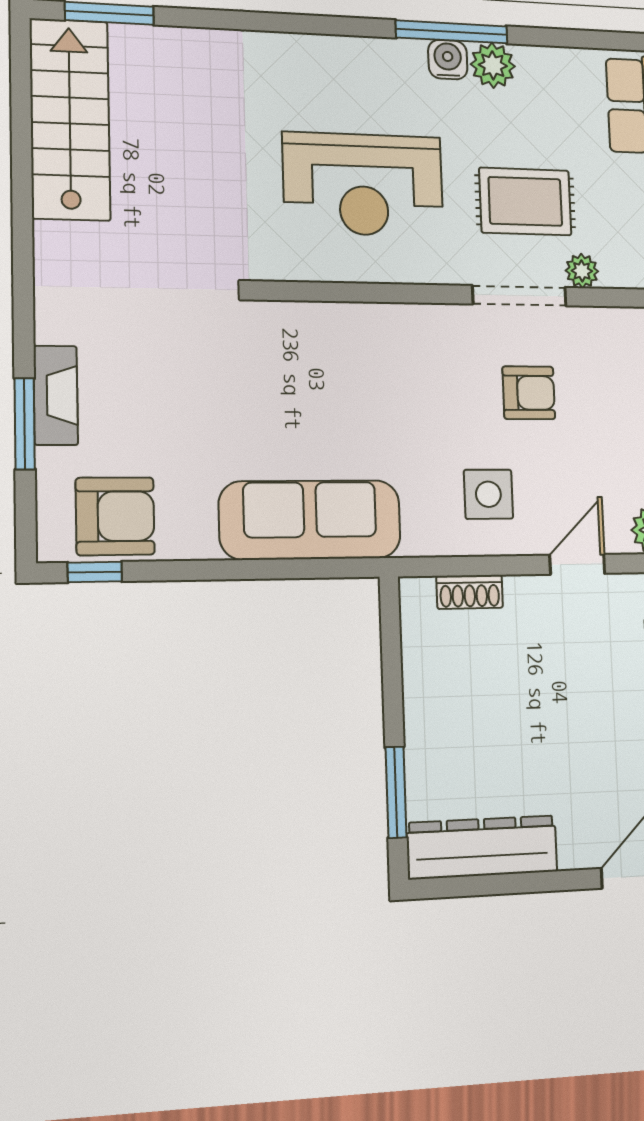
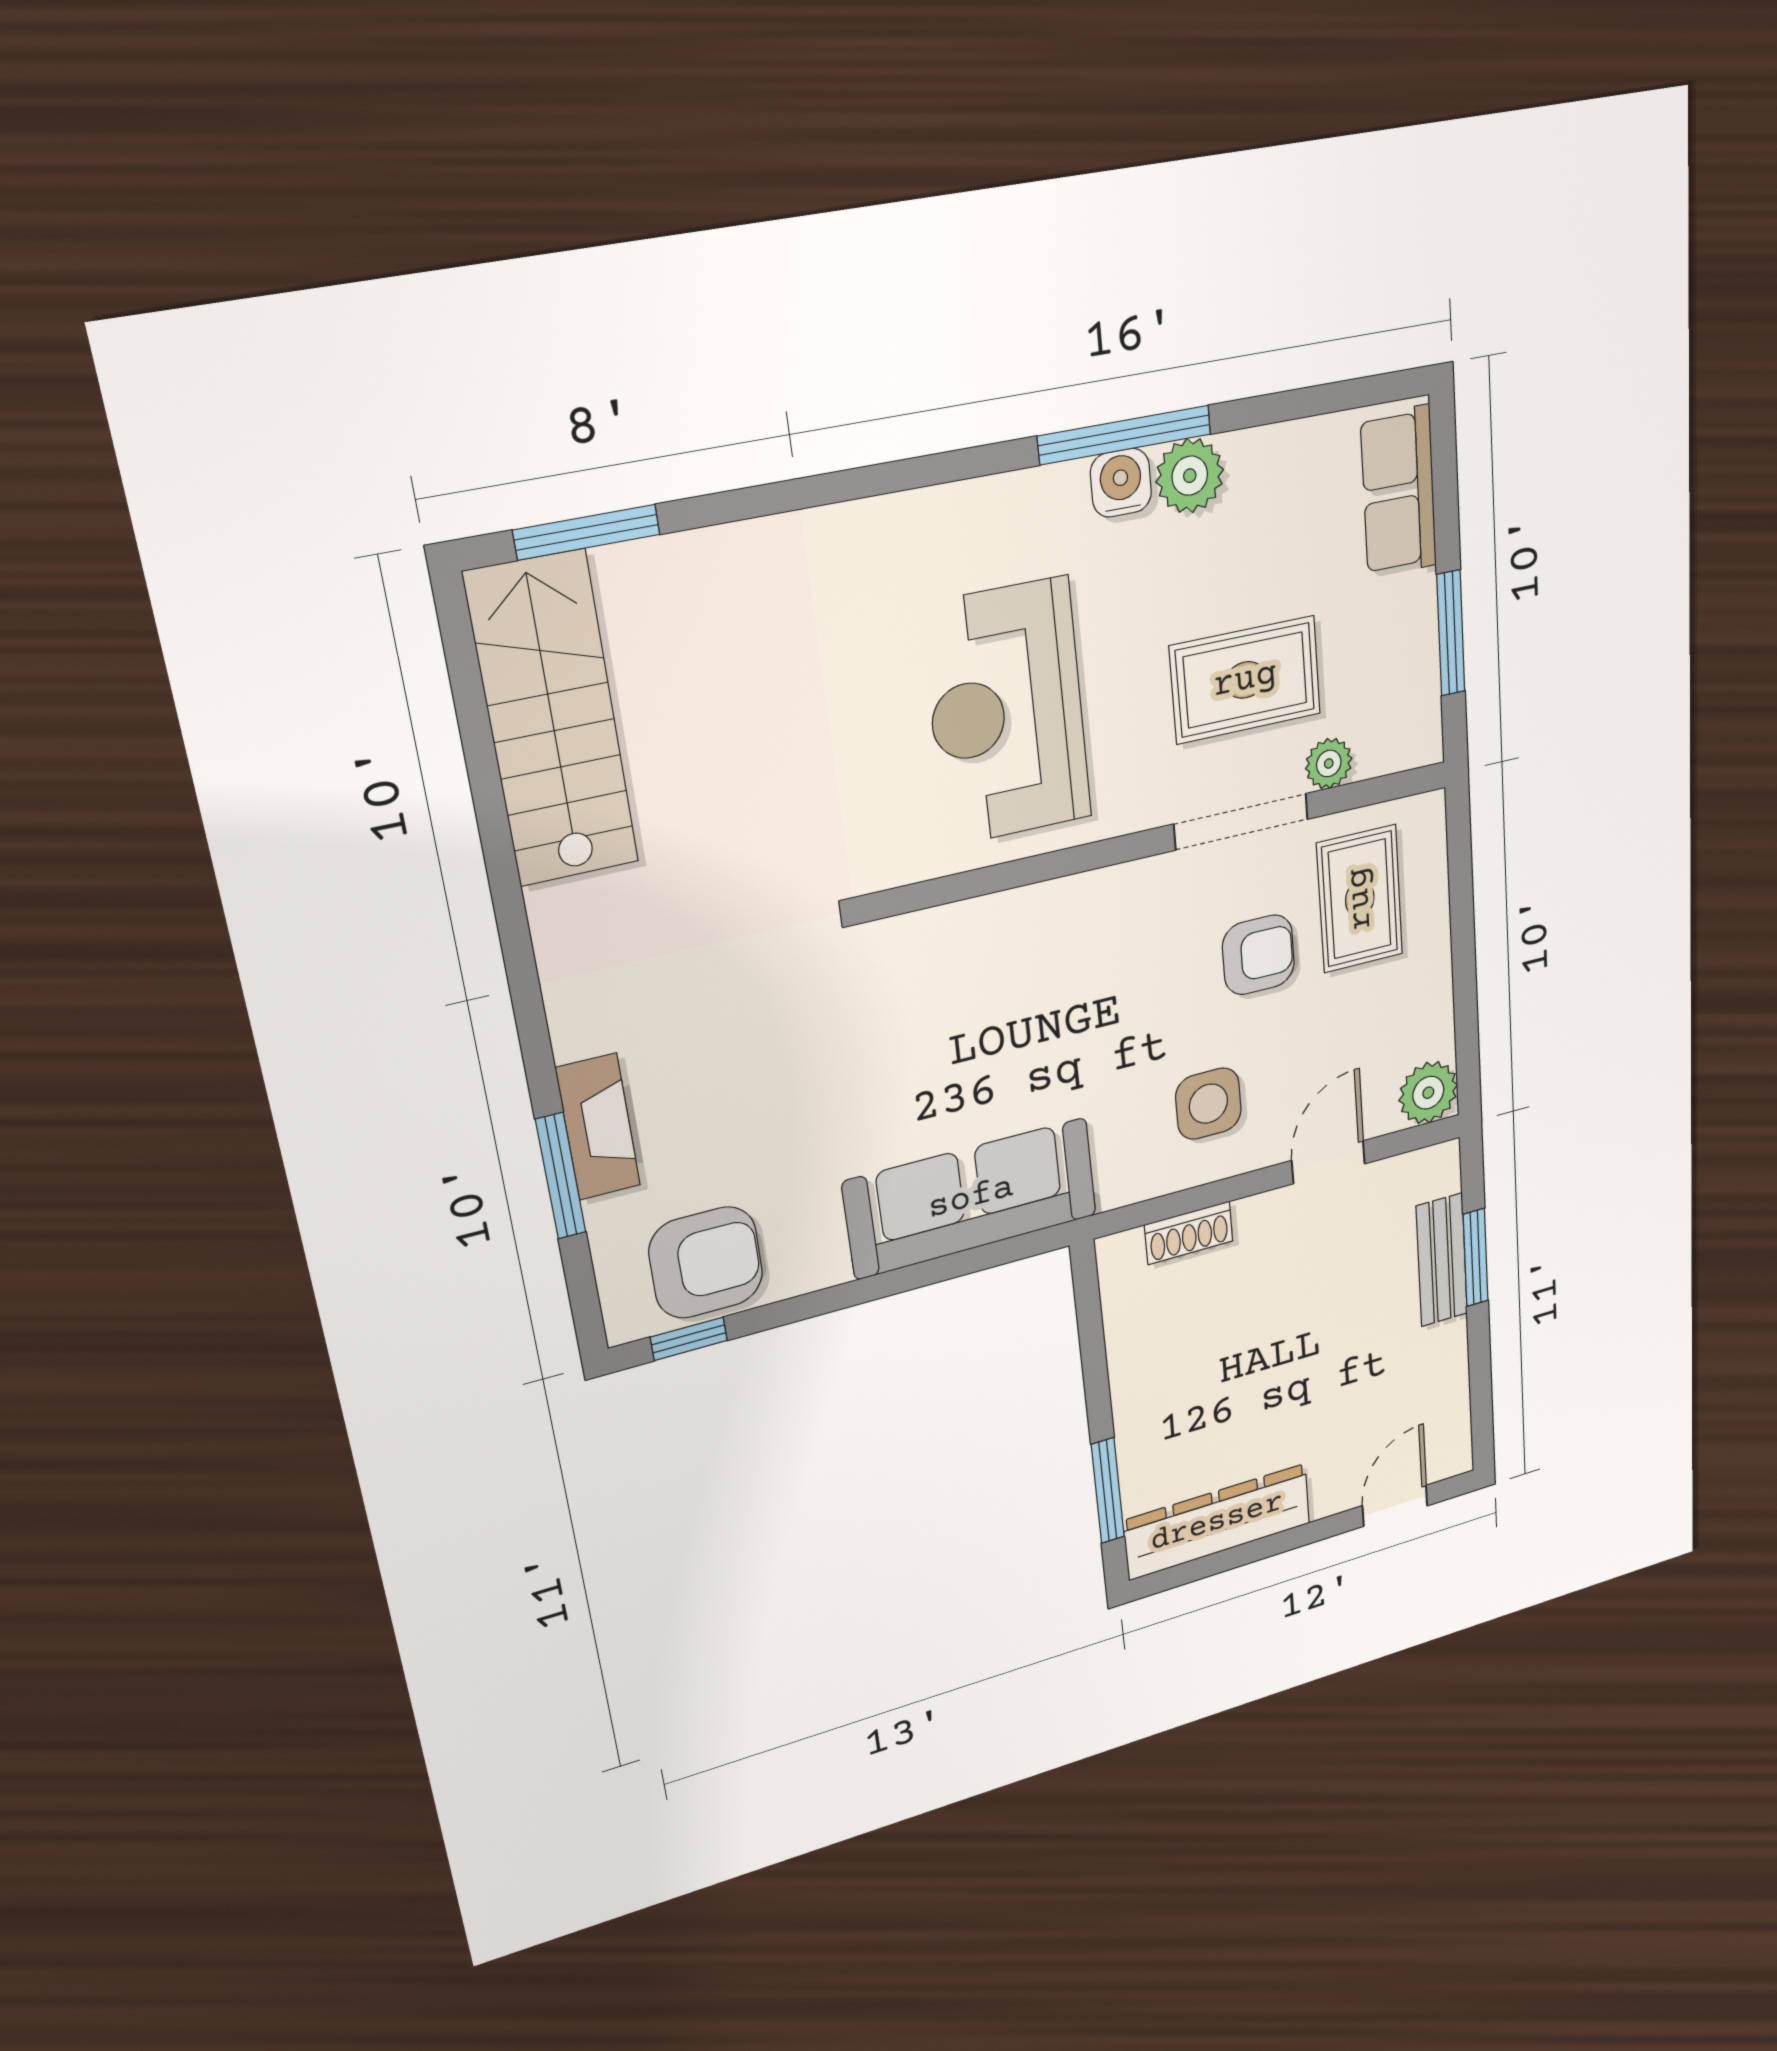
reception desk: (363, 184) -> (1007, 713), turned 90
rug: (603, 371) -> (1360, 899), added

